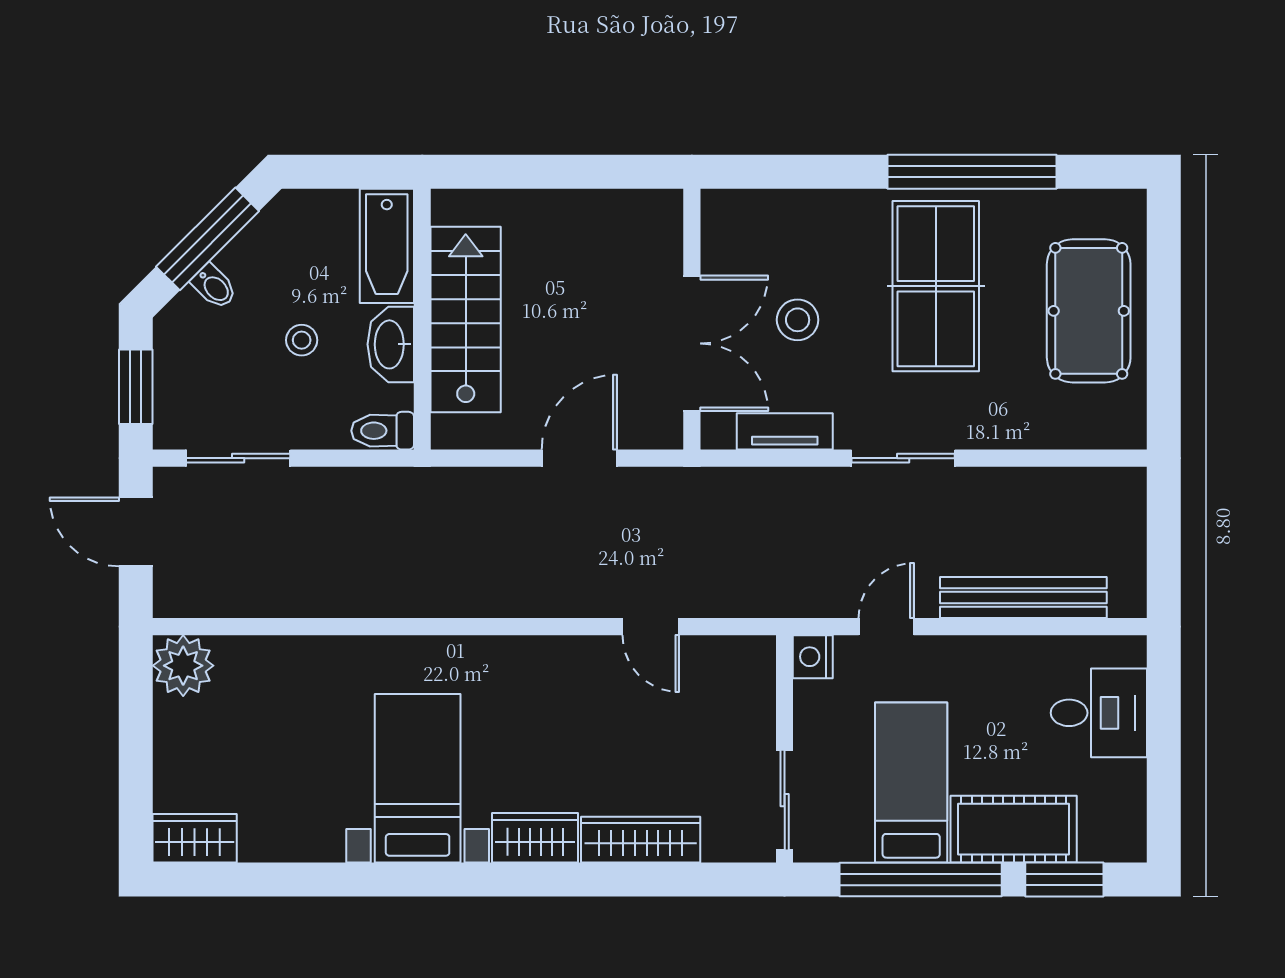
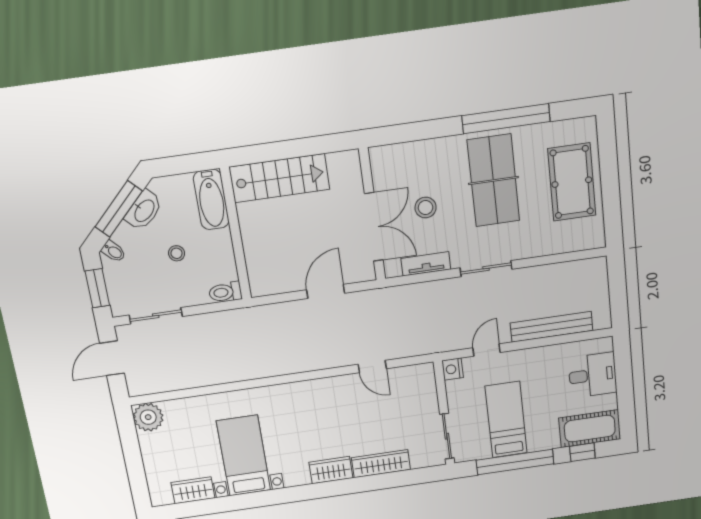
bidet: (214, 287) -> (114, 251), moved
stairs: (466, 319) -> (279, 178), moved, turned 90
washbasin: (391, 344) -> (144, 210), moved, turned -135
door: (136, 532) -> (112, 358), hinge flipped
bed with nightstands: (418, 778) -> (244, 456), moved
cot: (1014, 829) -> (590, 429), moved
wardrobe: (195, 838) -> (193, 490), moved
window: (1064, 879) -> (582, 452), width x0.67

